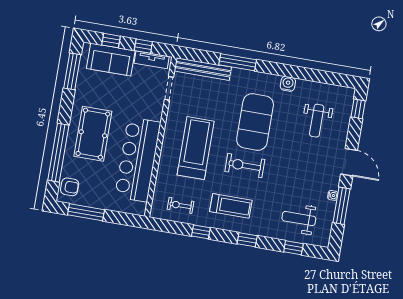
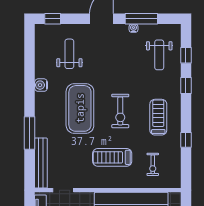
weight bench: (317, 121) -> (69, 54), turned -90
exercise mat: (255, 122) -> (80, 108), turned 90
treadmill: (196, 148) -> (112, 157), width x0.73, depth x0.73
exercise bike: (181, 205) -> (153, 164), moved
window: (247, 240) -> (186, 85), moved

